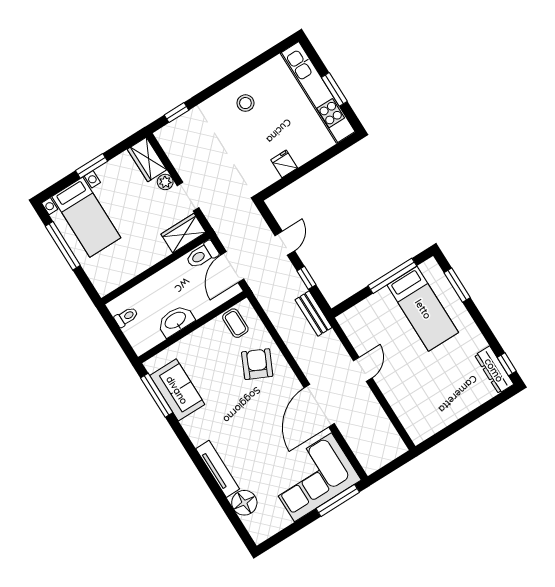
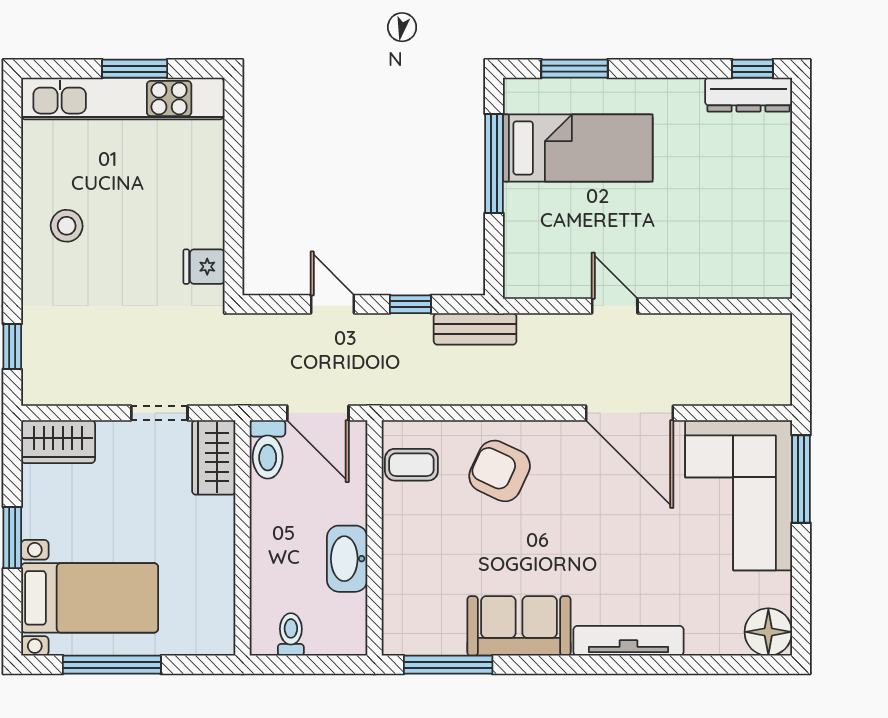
fridge: (284, 164) -> (204, 267), moved
plant: (165, 182) -> (113, 435), removed
sofa: (177, 390) -> (519, 626), moved
floor lamp: (244, 503) -> (768, 632), moved

